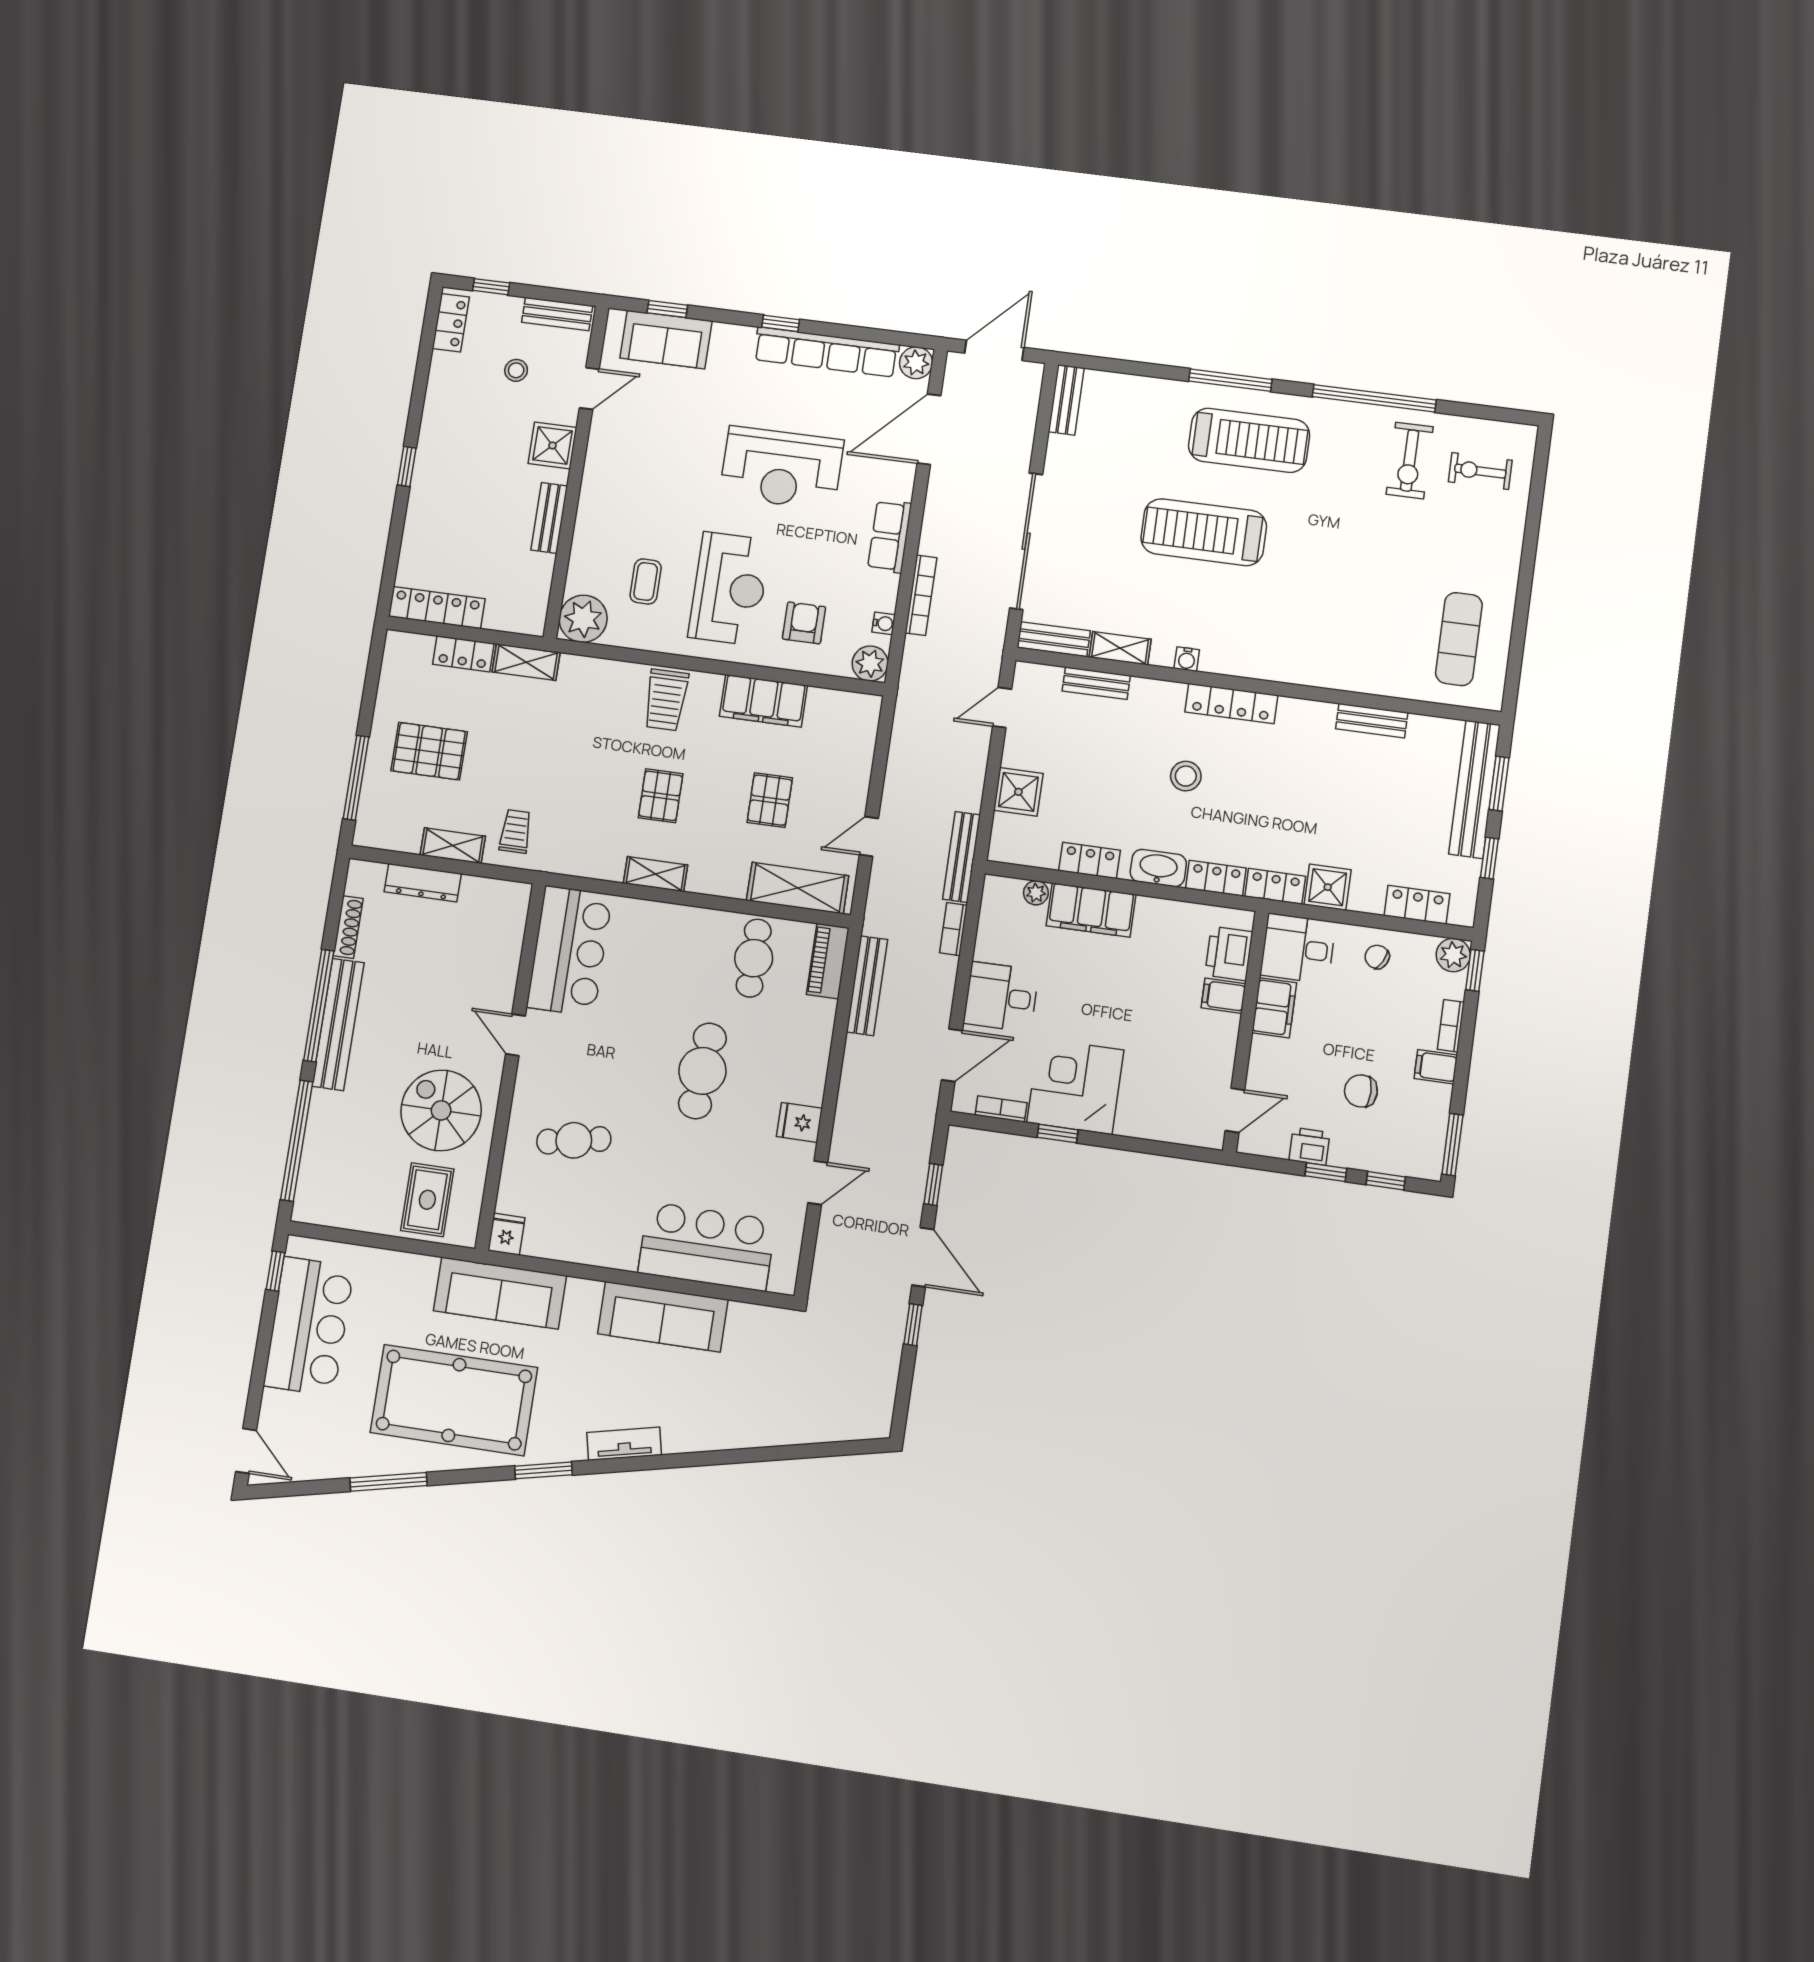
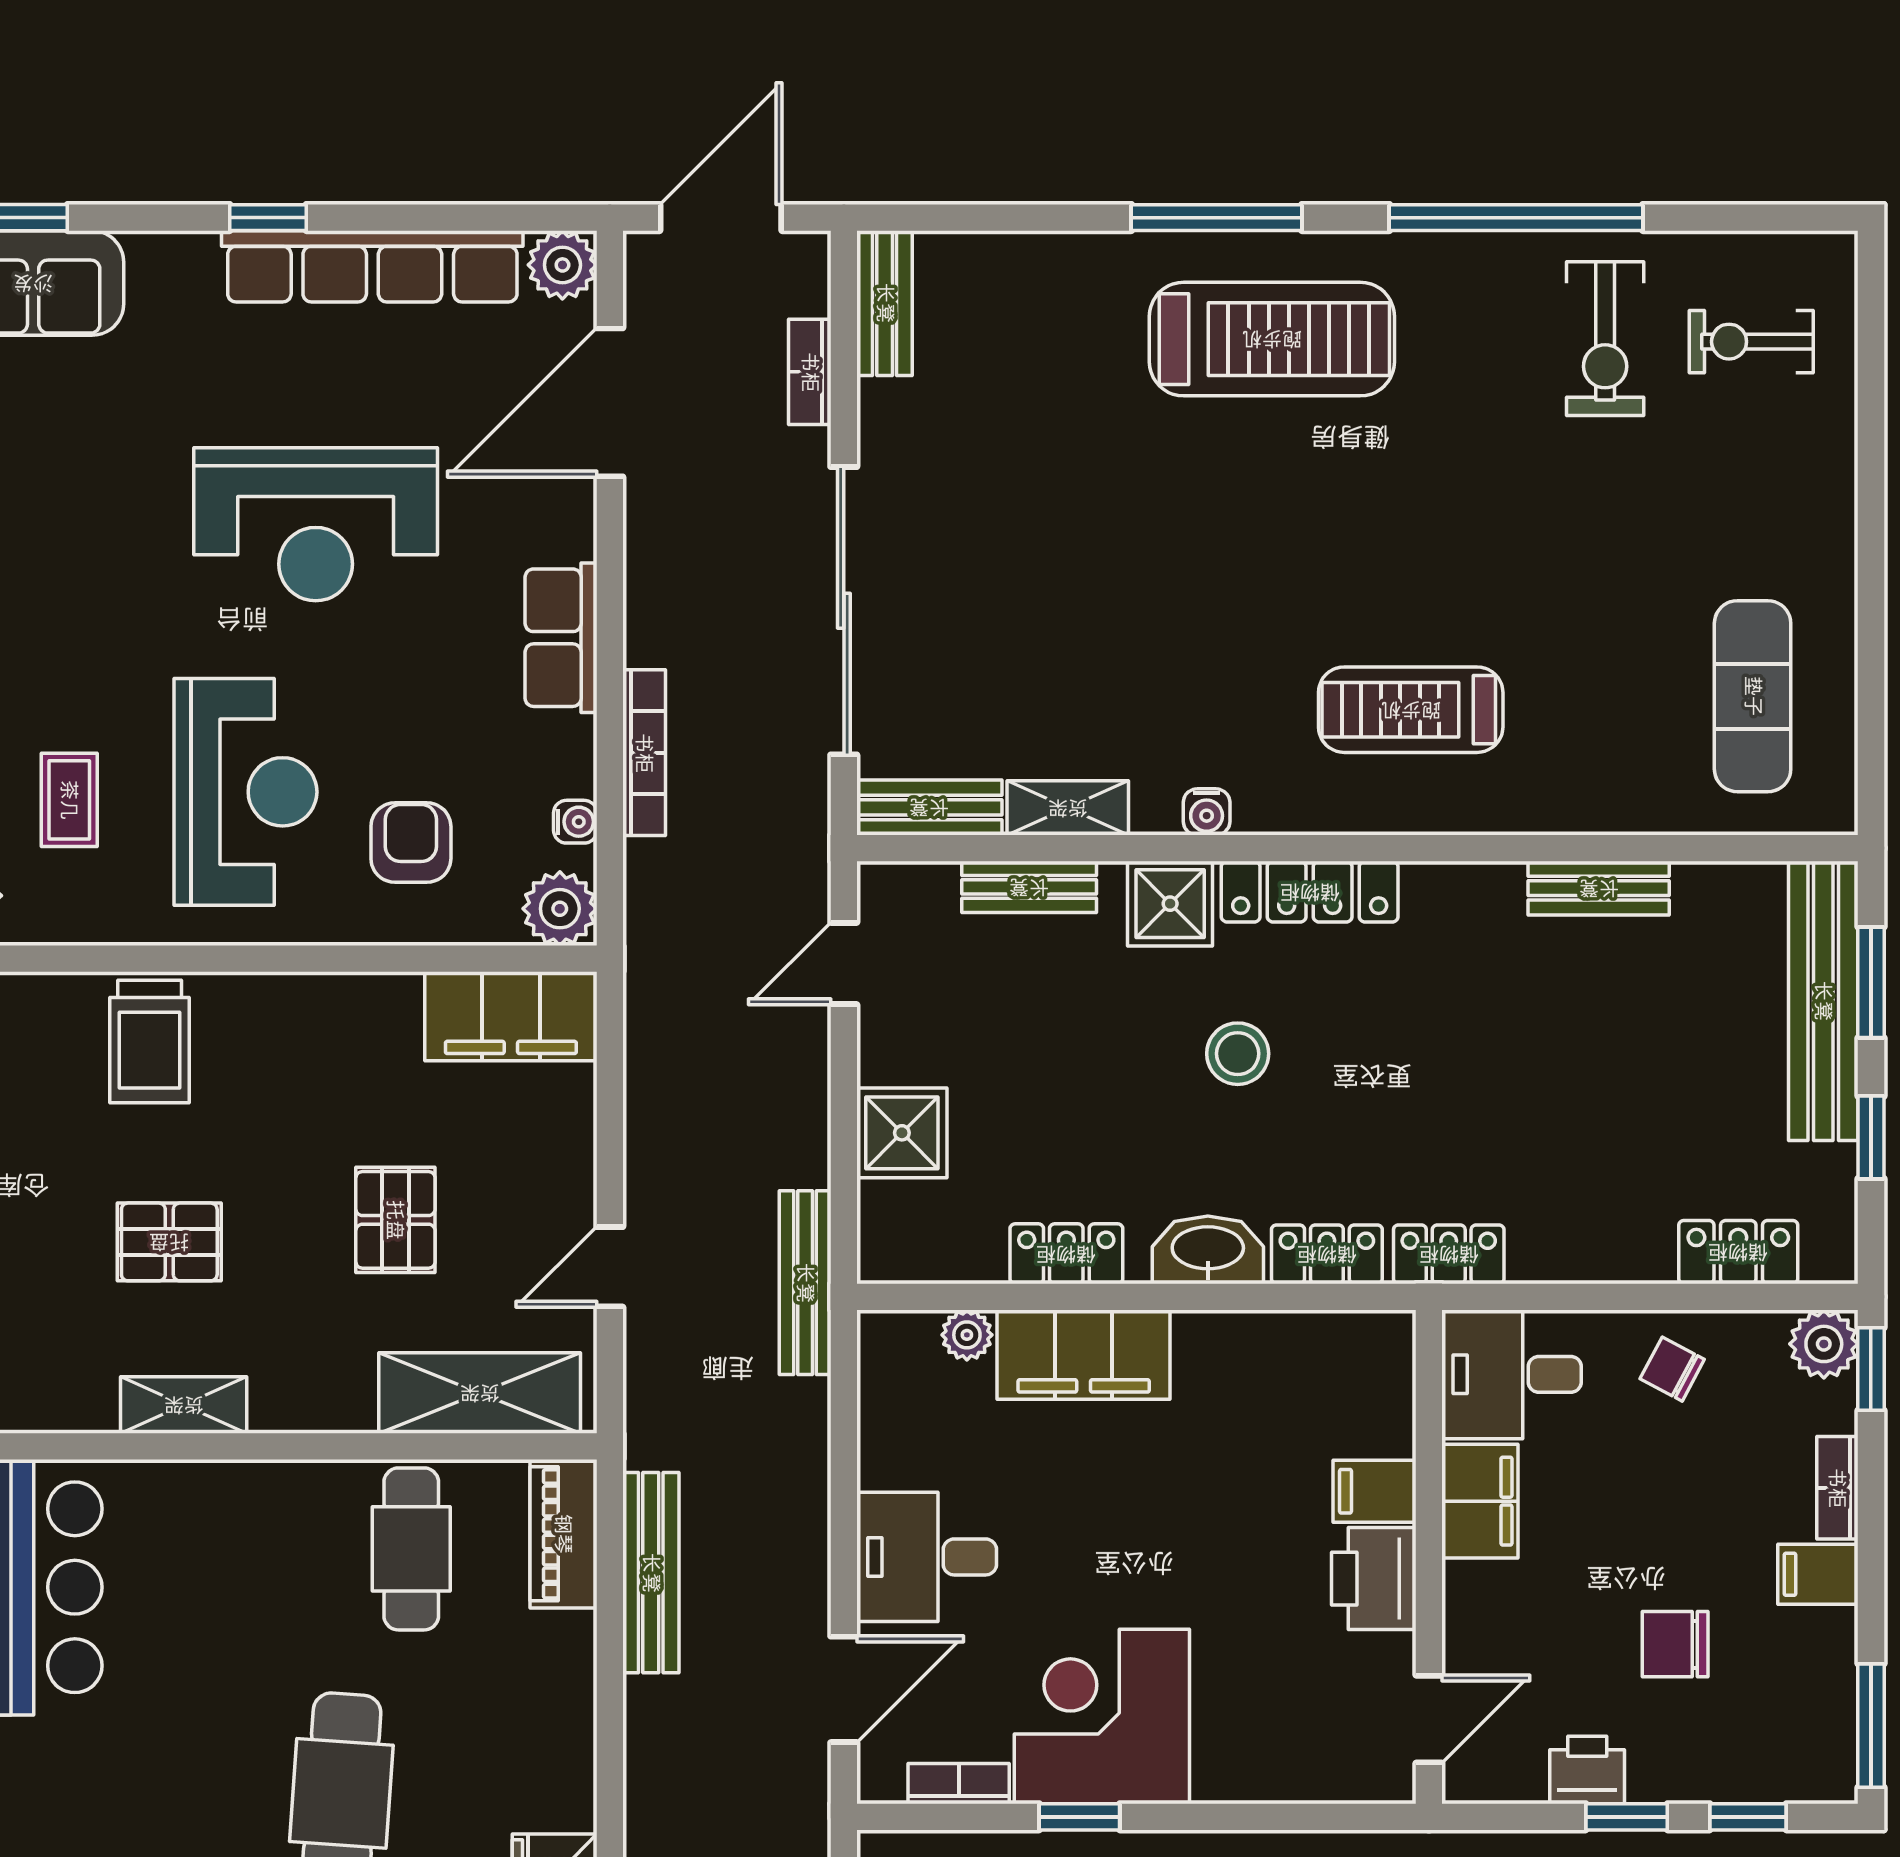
treadmill: (1204, 532) -> (1411, 710), moved, width x0.73, depth x0.73
filing cabinet: (763, 701) -> (511, 1016), moved
pallet: (661, 796) -> (169, 1242), turned 90
shower: (1328, 887) -> (1170, 904), moved
bookcase: (953, 929) -> (810, 372), moved
printer: (1229, 953) -> (1374, 1579), moved

